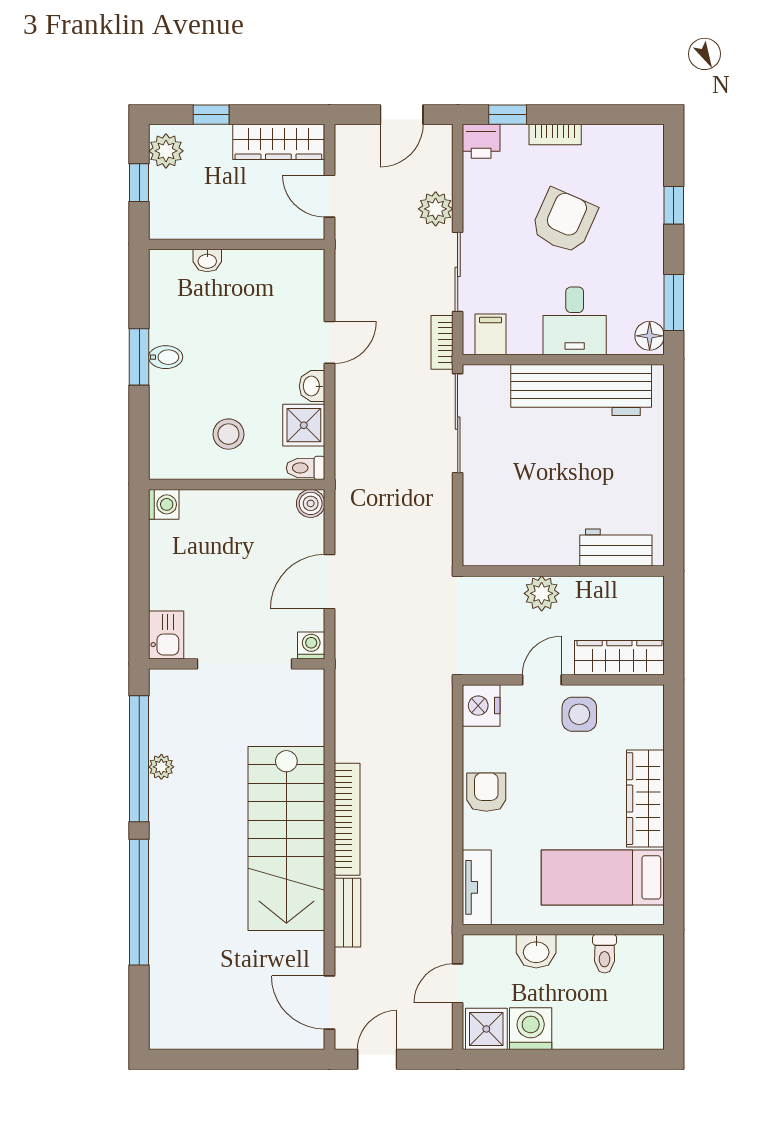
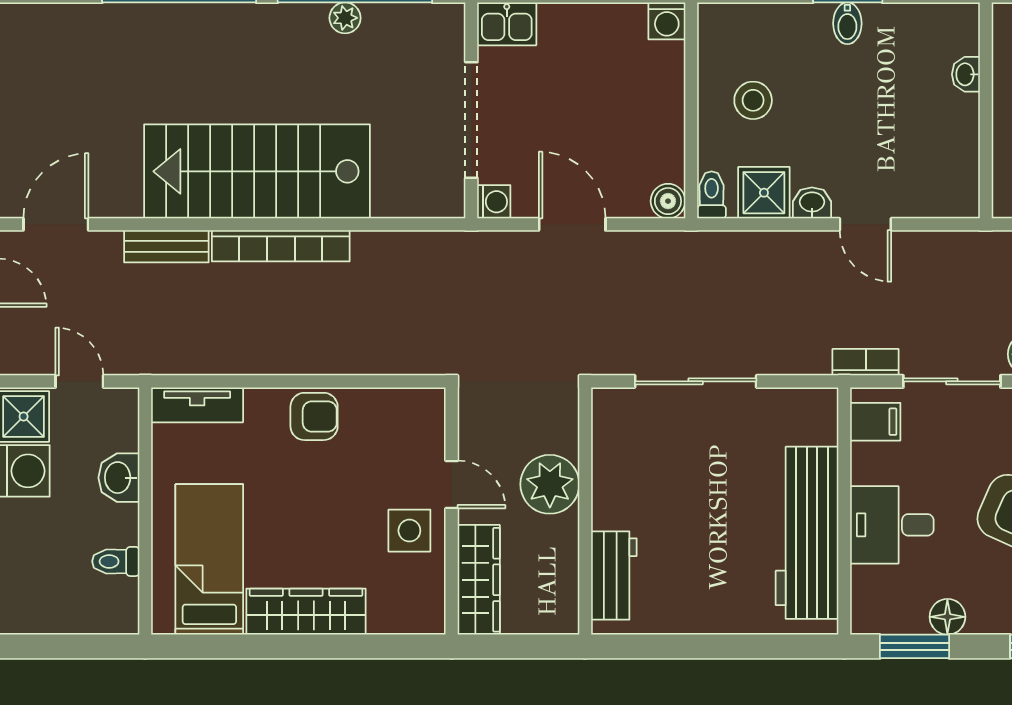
floor lamp: (650, 336) -> (947, 617), moved
sliding door: (458, 423) -> (696, 381), moved
plant: (542, 593) -> (550, 484), width x1.36, depth x1.36
nightstand: (481, 706) -> (420, 410), removed

